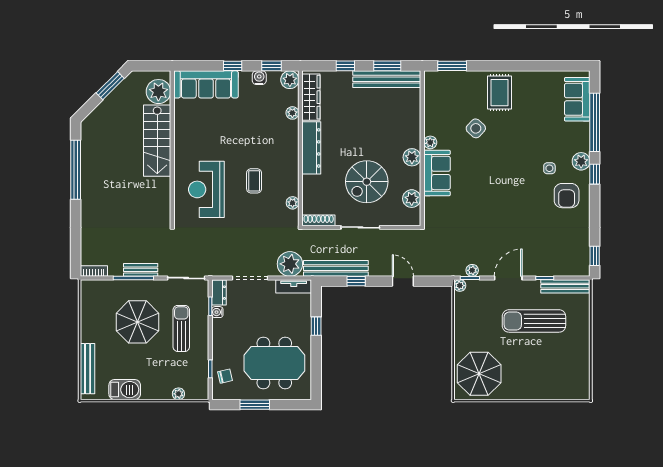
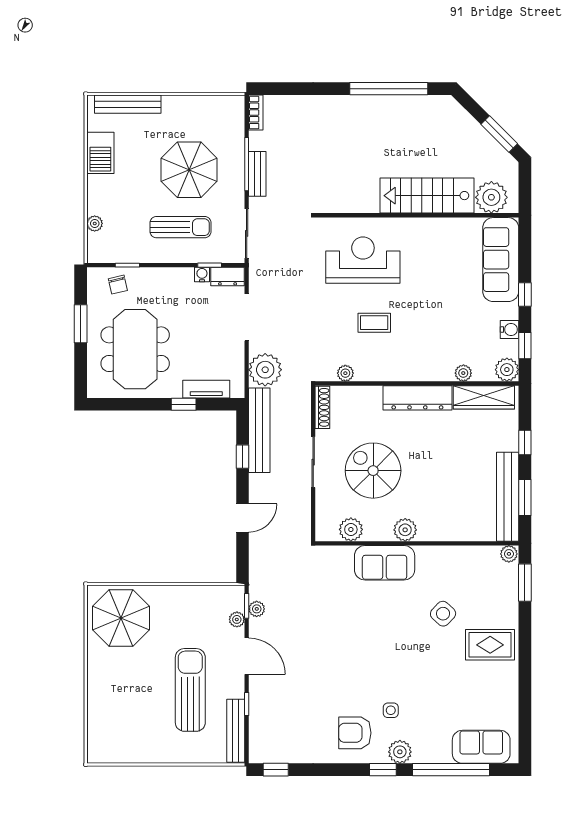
plant: (430, 142) -> (509, 554), moved
tv unit: (294, 286) -> (206, 389), moved, turned 90
plant: (460, 286) -> (237, 619), moved

